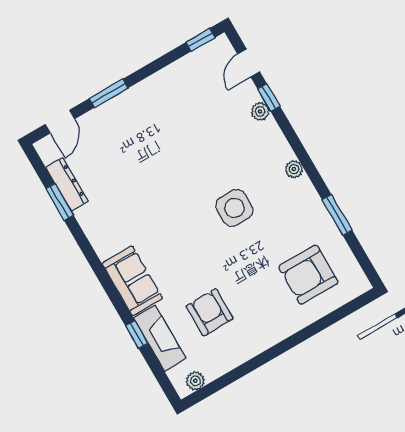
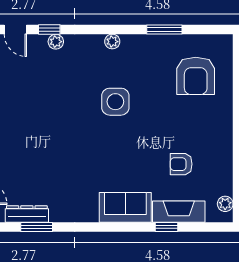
armchair: (210, 312) -> (181, 164), width x0.72, depth x0.72

